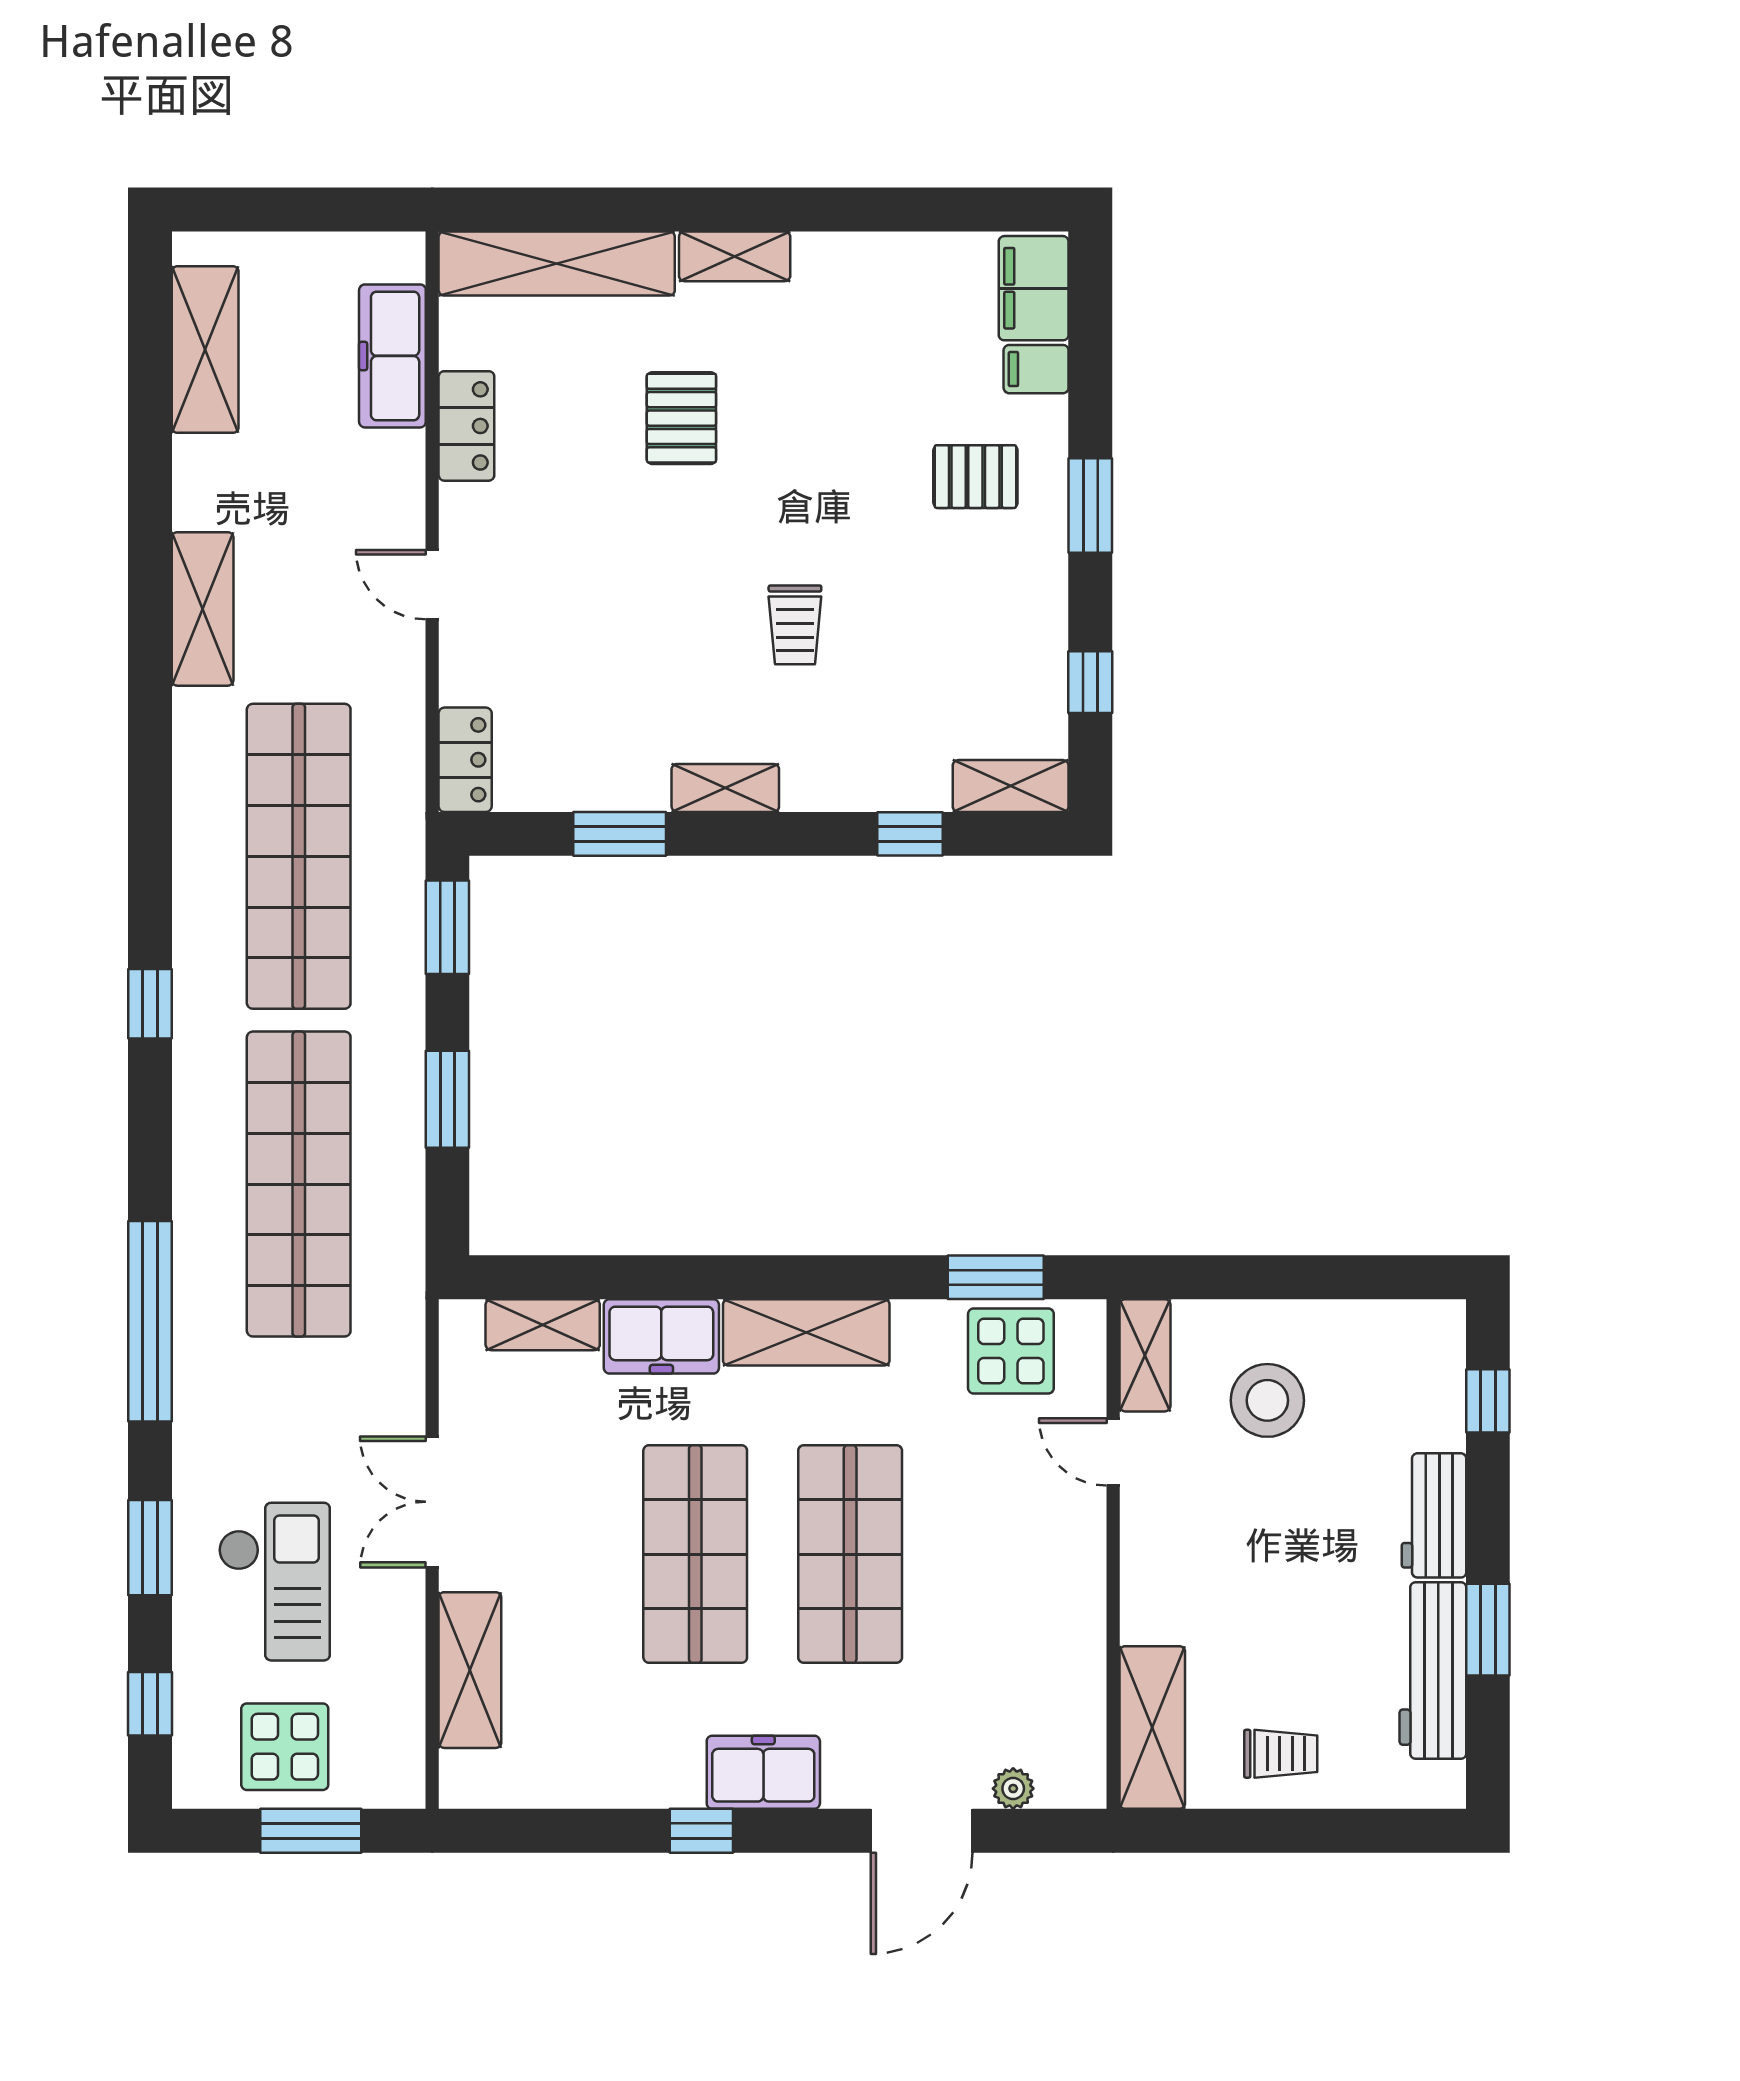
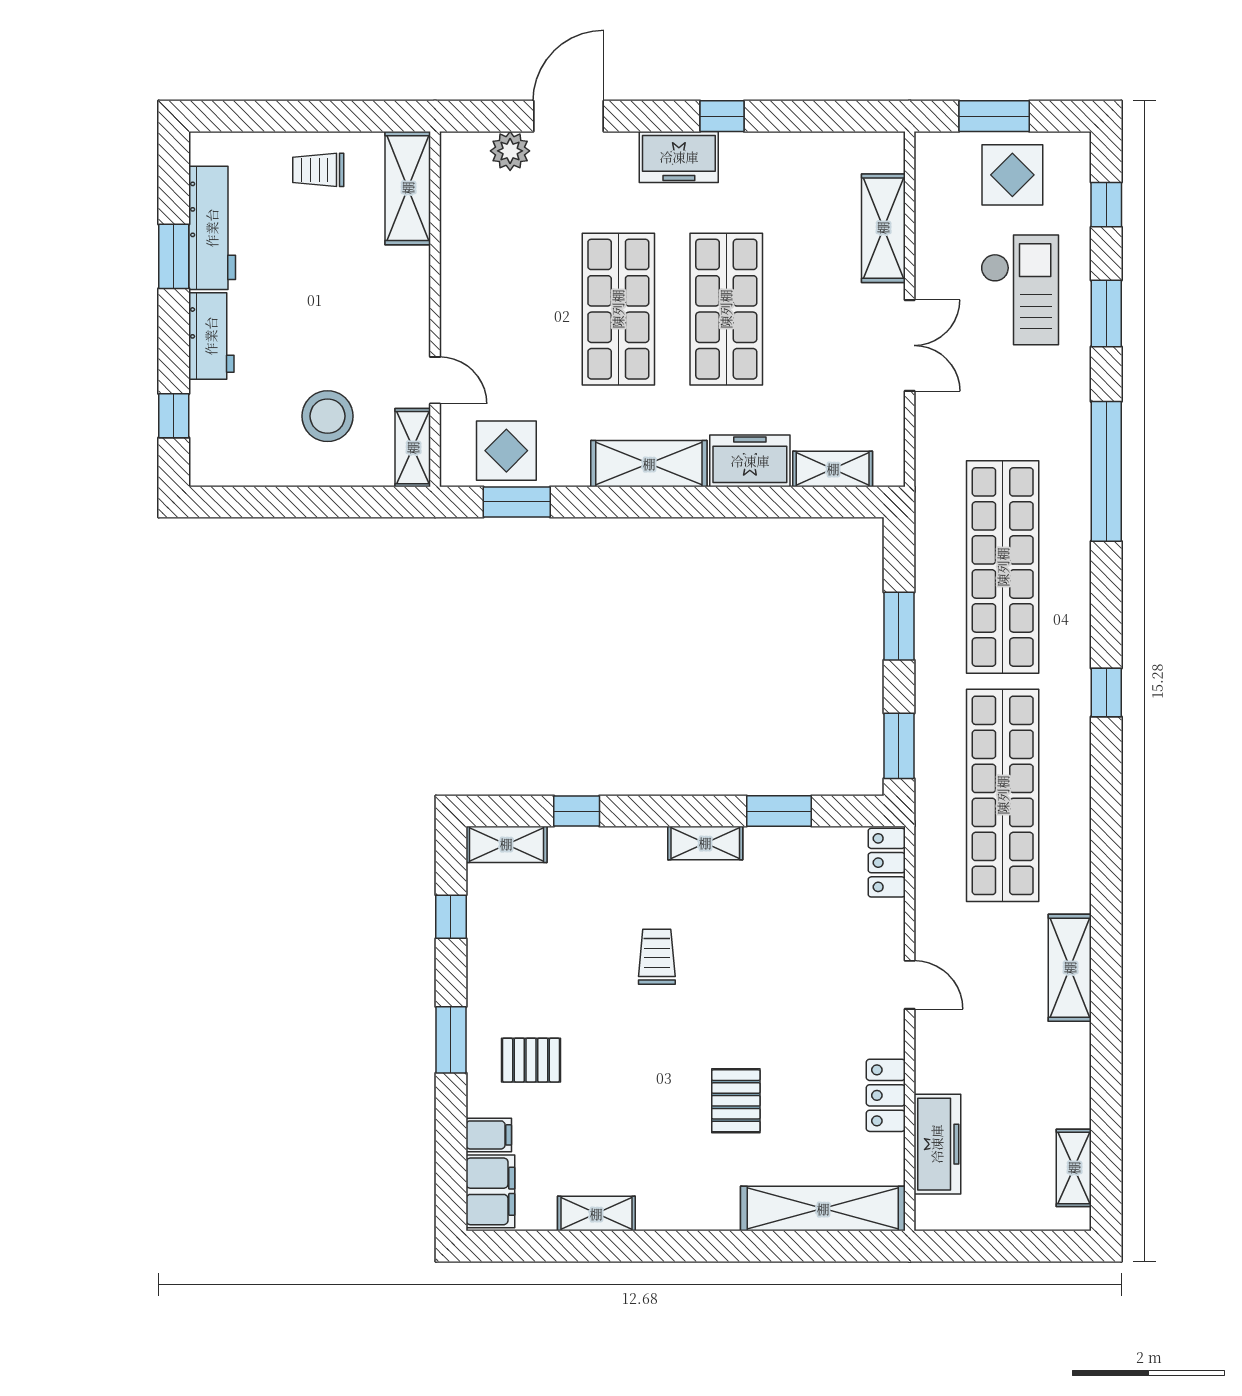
shelving: (735, 256) -> (596, 1214), moved
shelving: (205, 350) -> (1074, 1168), width x0.67, depth x0.75
checkout: (274, 1582) -> (1020, 290), turned 180
plant: (1013, 1789) -> (510, 151), width x1.38, depth x1.38

